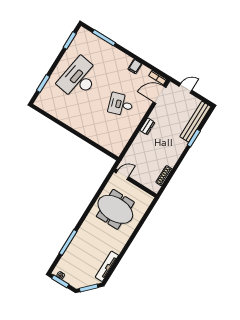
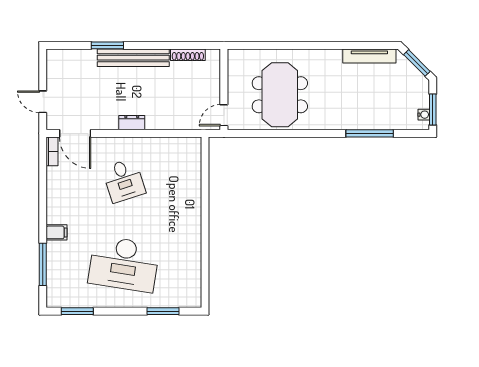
filing cabinet: (135, 66) -> (57, 232), moved
bench: (195, 122) -> (133, 58), moved
door: (122, 175) -> (224, 115), hinge flipped

